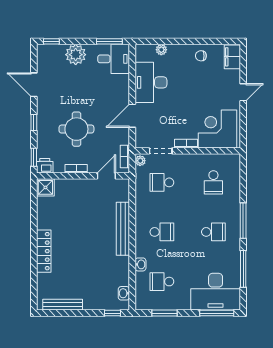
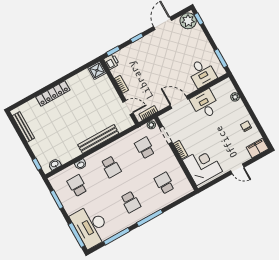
plant: (76, 55) -> (188, 21), moved
desk: (114, 59) -> (202, 73), moved
desk: (151, 82) -> (205, 104), width x0.73
round table: (76, 129) -> (149, 69), removed
school desk: (213, 182) -> (164, 183), turned 90

